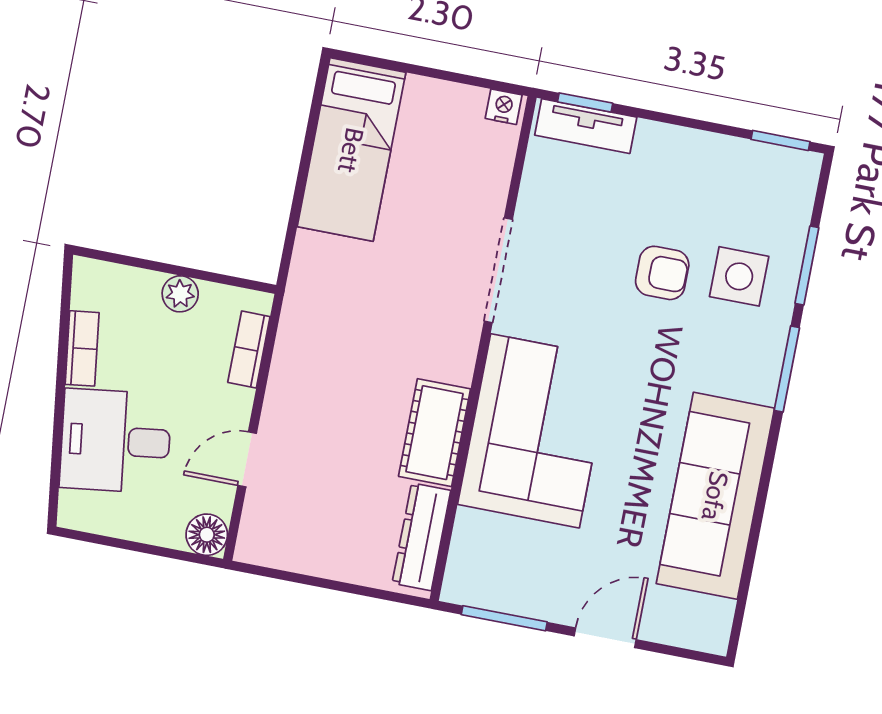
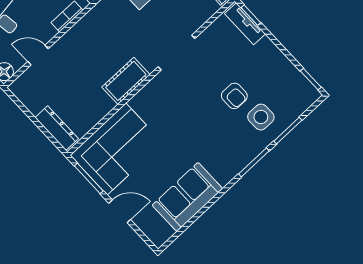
corner sofa: (535, 431) -> (117, 149), moved
cot: (435, 433) -> (126, 81), moved
sofa: (715, 496) -> (187, 197), width x0.73
dresser: (421, 537) -> (57, 128), moved, turned 90

